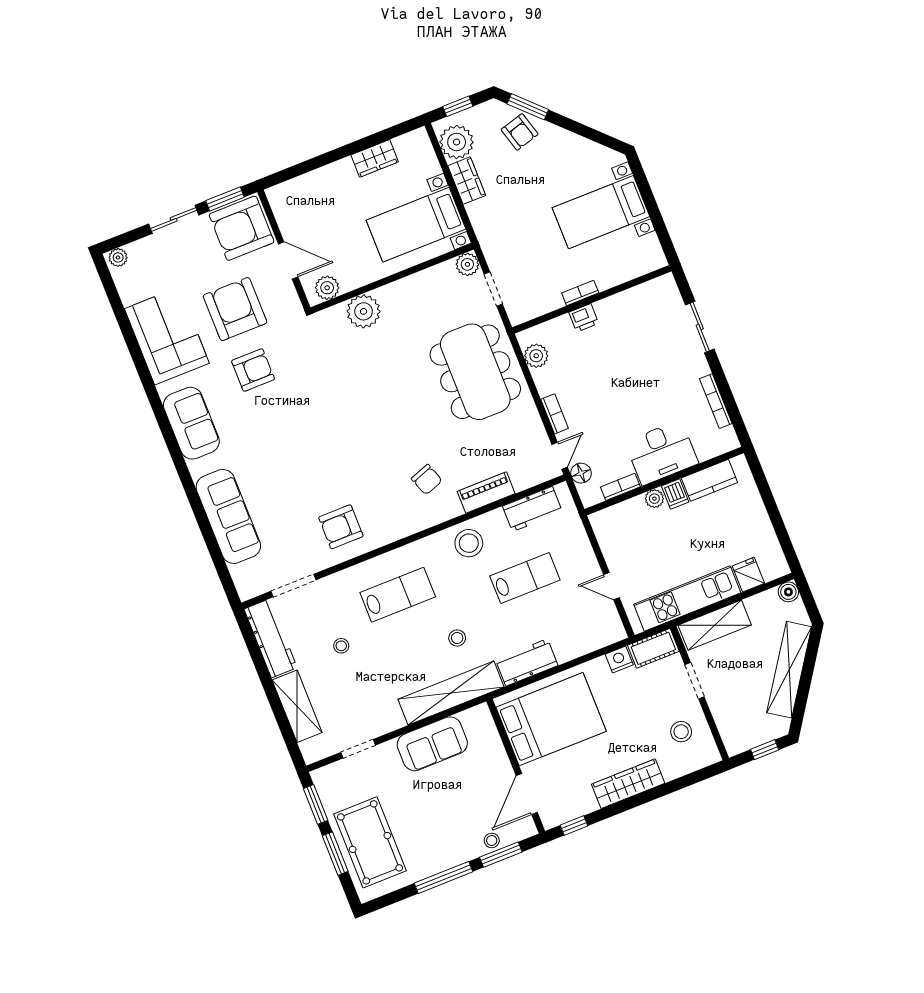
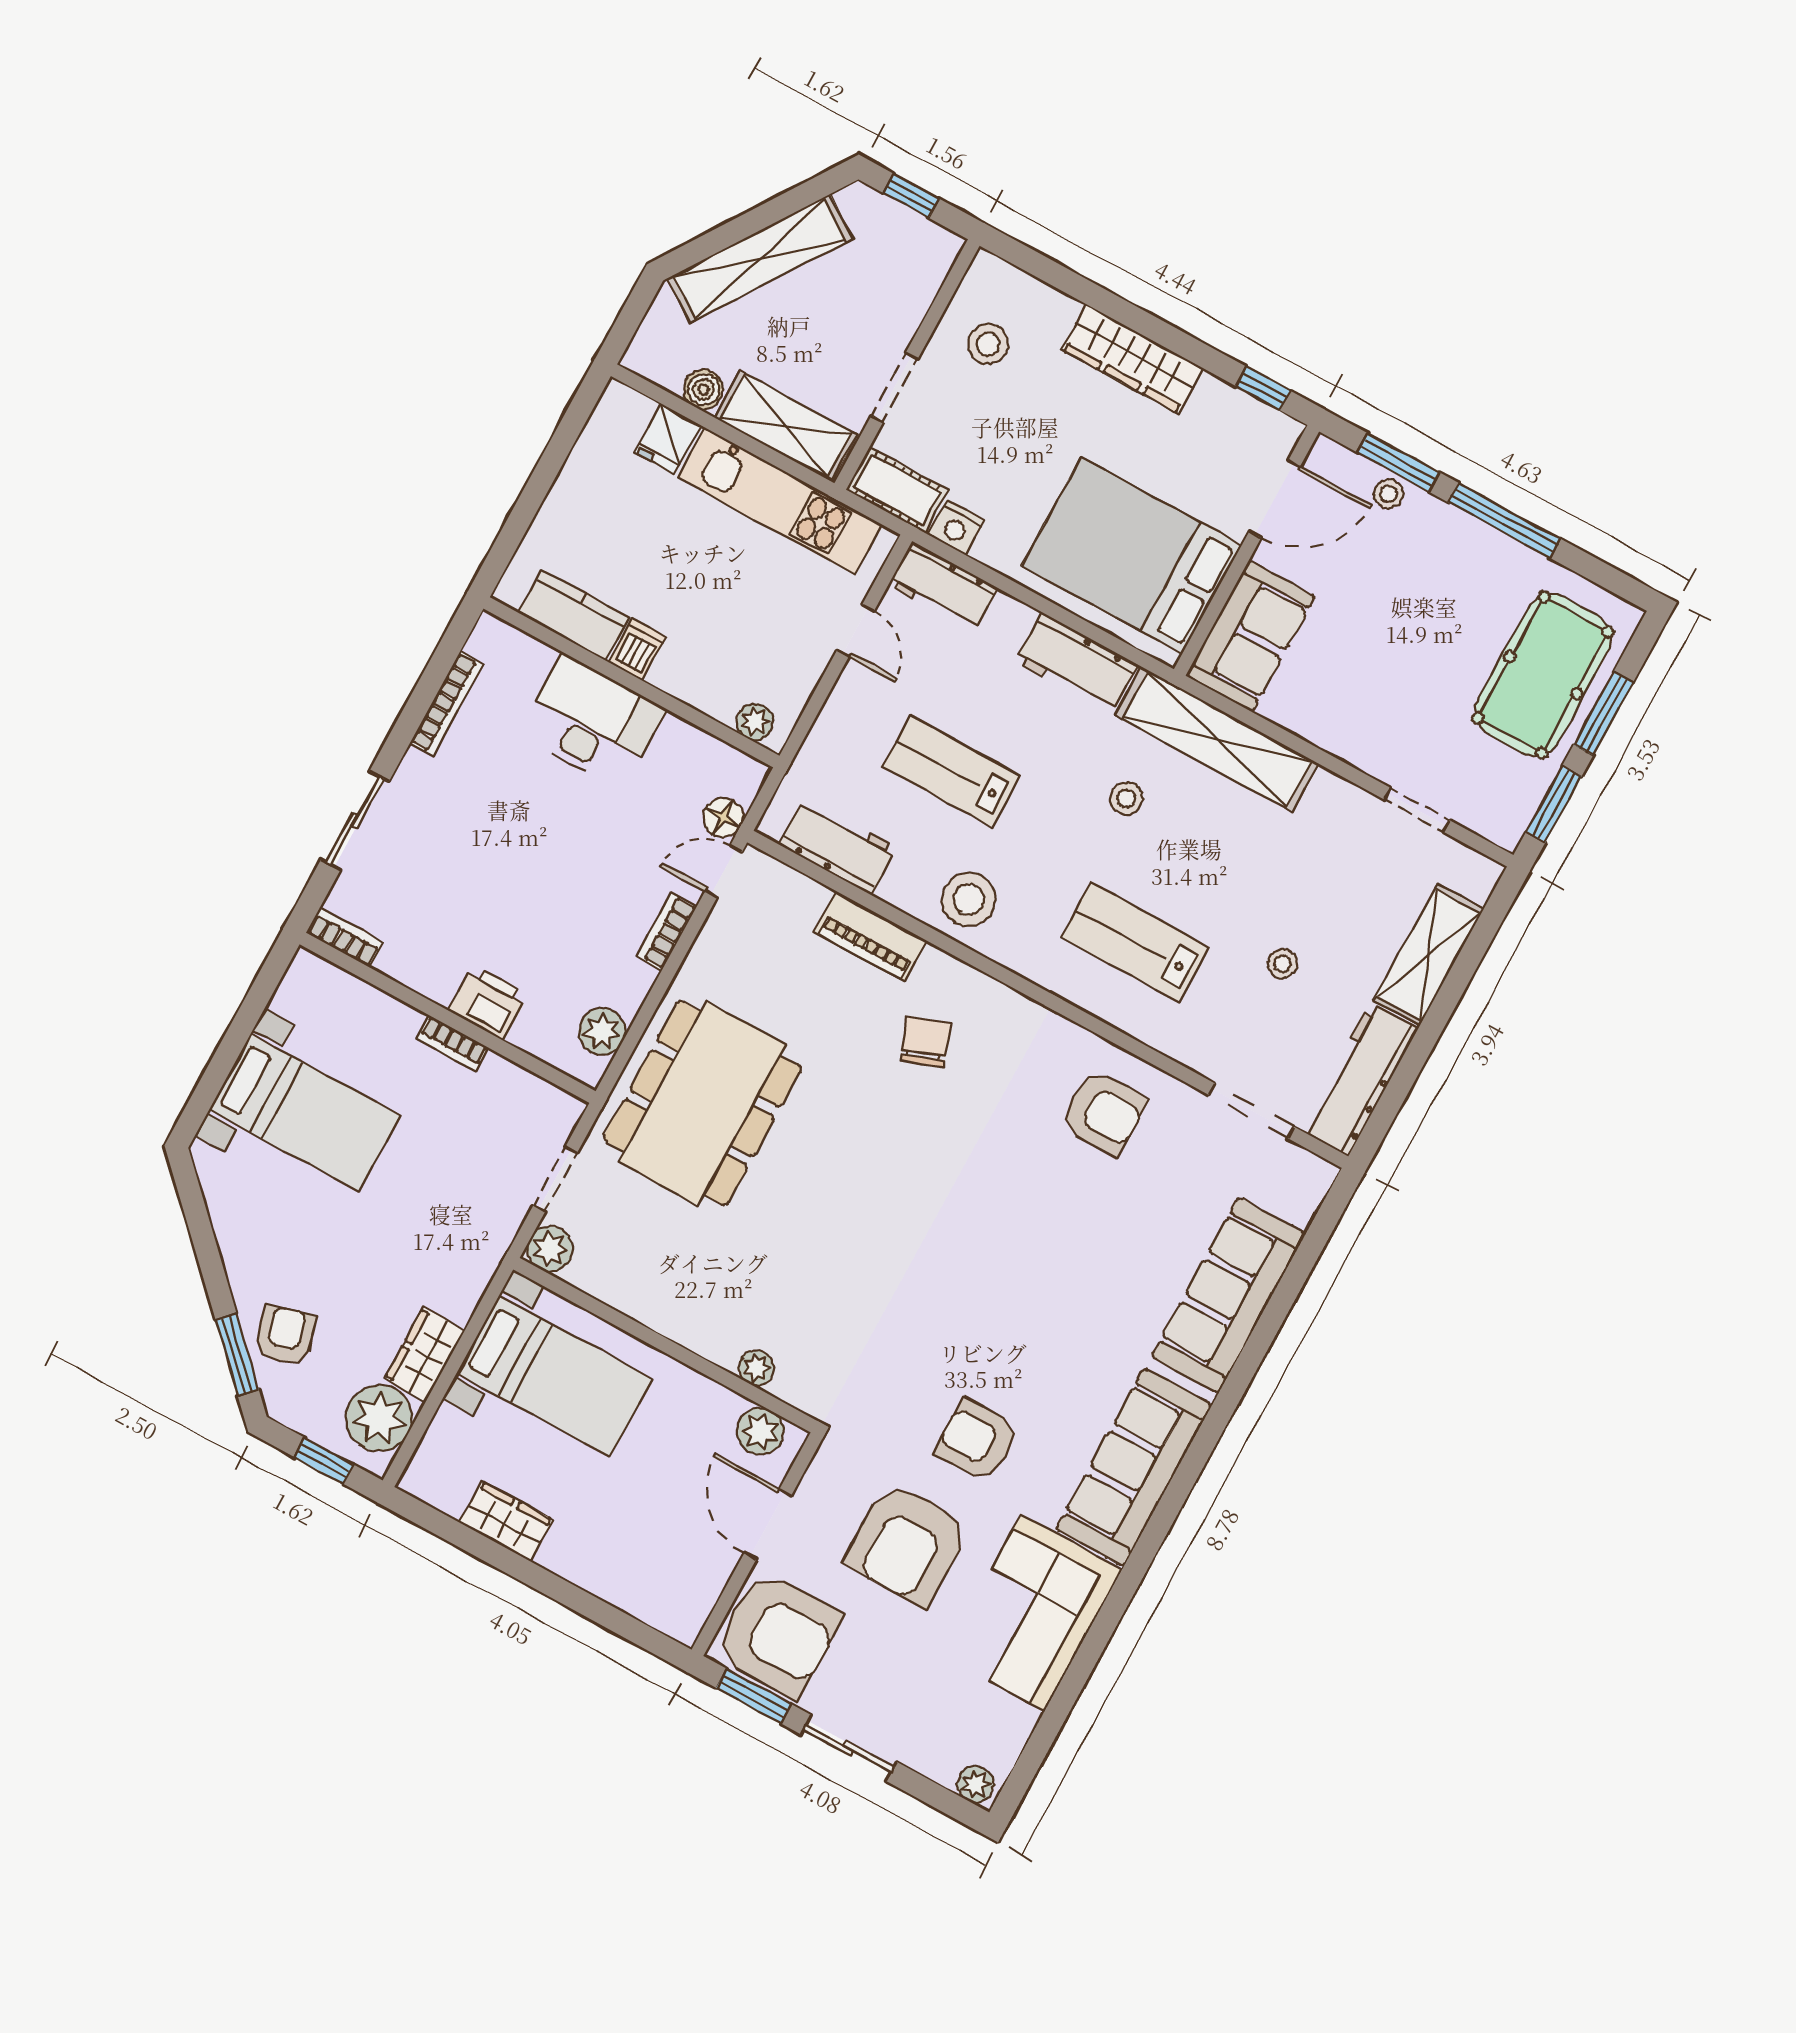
plant: (364, 311) -> (757, 1368), width x0.53, depth x0.53
printer: (584, 318) -> (488, 1003), width x1.36, depth x1.24
sofa: (191, 423) -> (1134, 1467), width x1.36
bookcase: (620, 487) -> (345, 937), moved, turned 180
plant: (654, 499) -> (755, 722), moved
boiler: (788, 592) -> (703, 389), moved
workbench: (600, 635) -> (943, 586), added
sofa: (432, 744) -> (1250, 636), moved, turned 90

